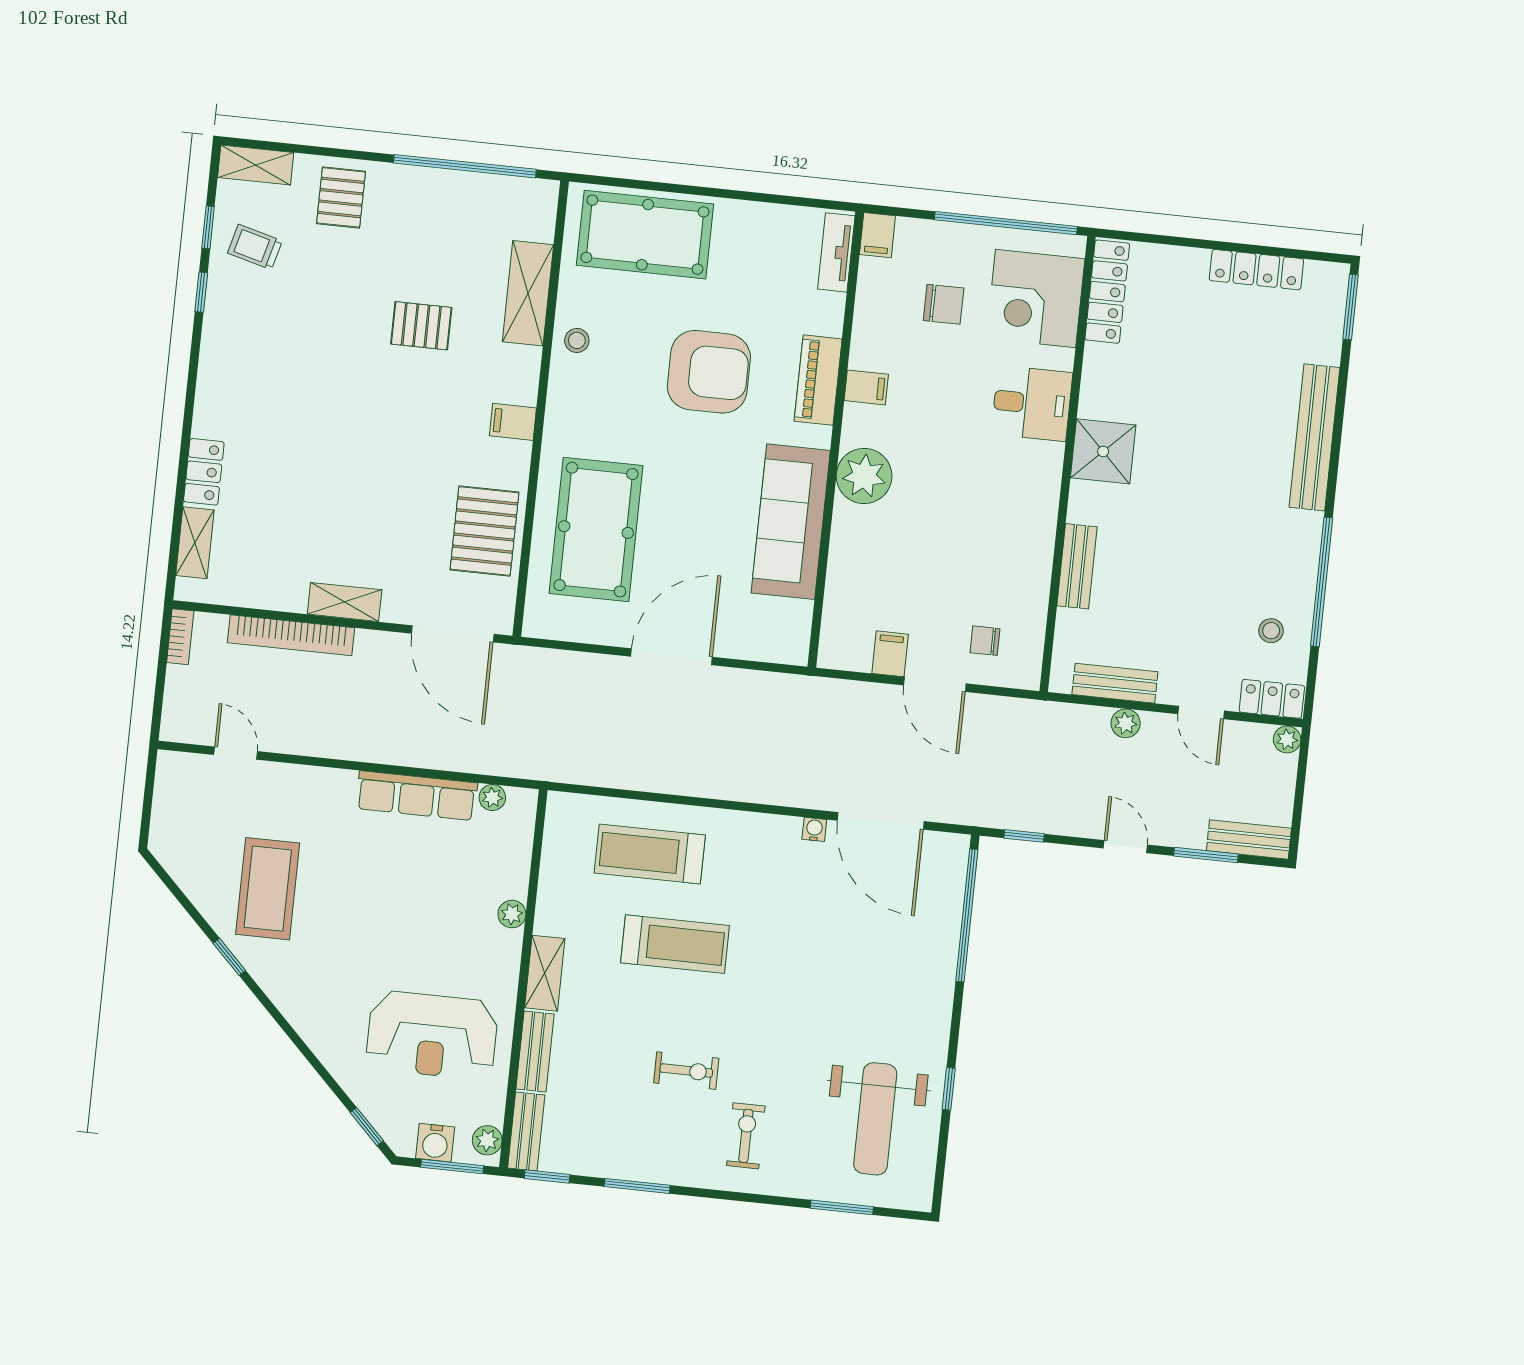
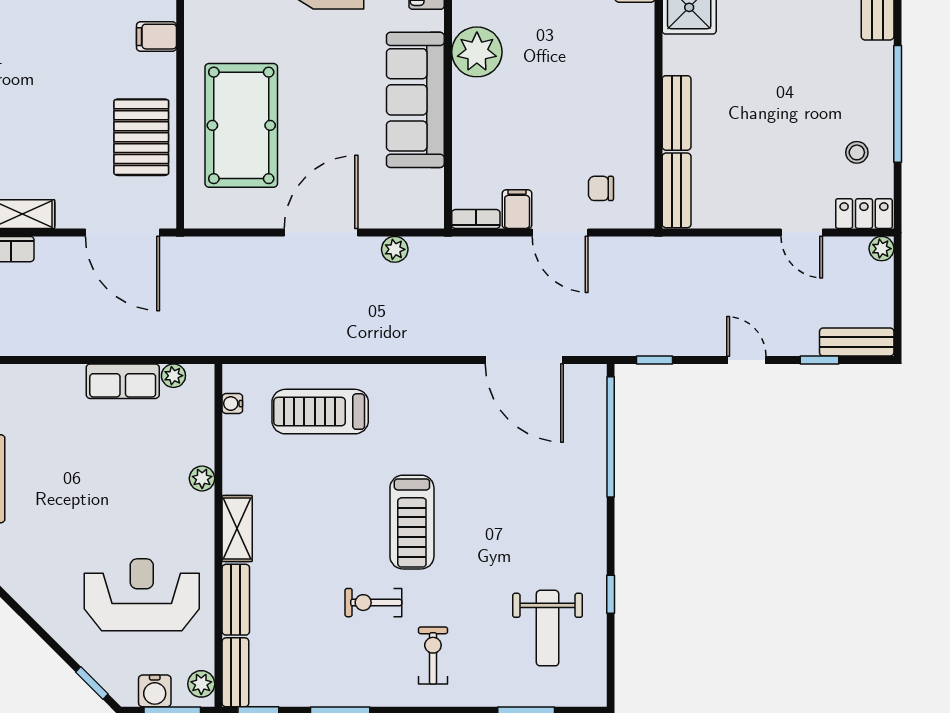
bookcase: (844, 660) -> (476, 219), added
bench: (1115, 683) -> (677, 190), moved, turned 90
plant: (1126, 723) -> (395, 249), moved
row of seats: (417, 796) -> (123, 381), width x0.68
water cooler: (814, 829) -> (232, 404), moved, turned -90
window: (1206, 855) -> (820, 360), width x0.67
treadmill: (675, 944) -> (412, 522), moved, turned 90
reception desk: (432, 1035) -> (142, 595), turned 180
exercise bike: (686, 1071) -> (373, 603), turned 180
weight bench: (875, 1119) -> (548, 628), width x0.73, depth x0.75

